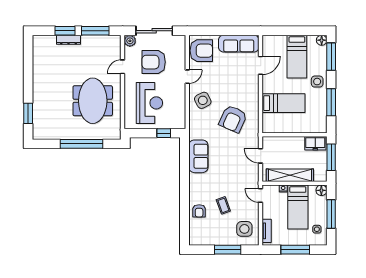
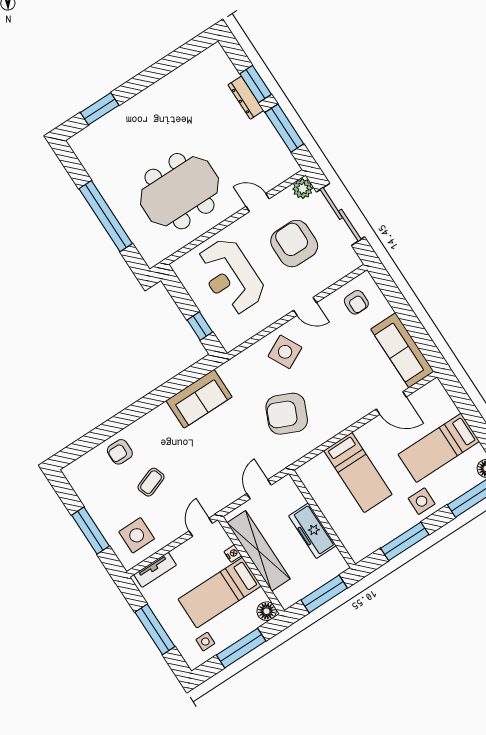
armchair: (201, 51) -> (356, 302), width x0.53, depth x0.53
reception desk: (149, 103) -> (230, 276), turned 90
freezer: (315, 143) -> (312, 531), moved, width x1.40

